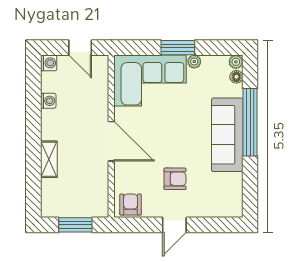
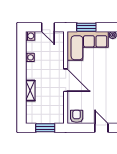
window: (178, 48) -> (86, 27), moved
armchair: (175, 179) -> (102, 102), removed
door: (174, 225) -> (101, 128), swing flipped

